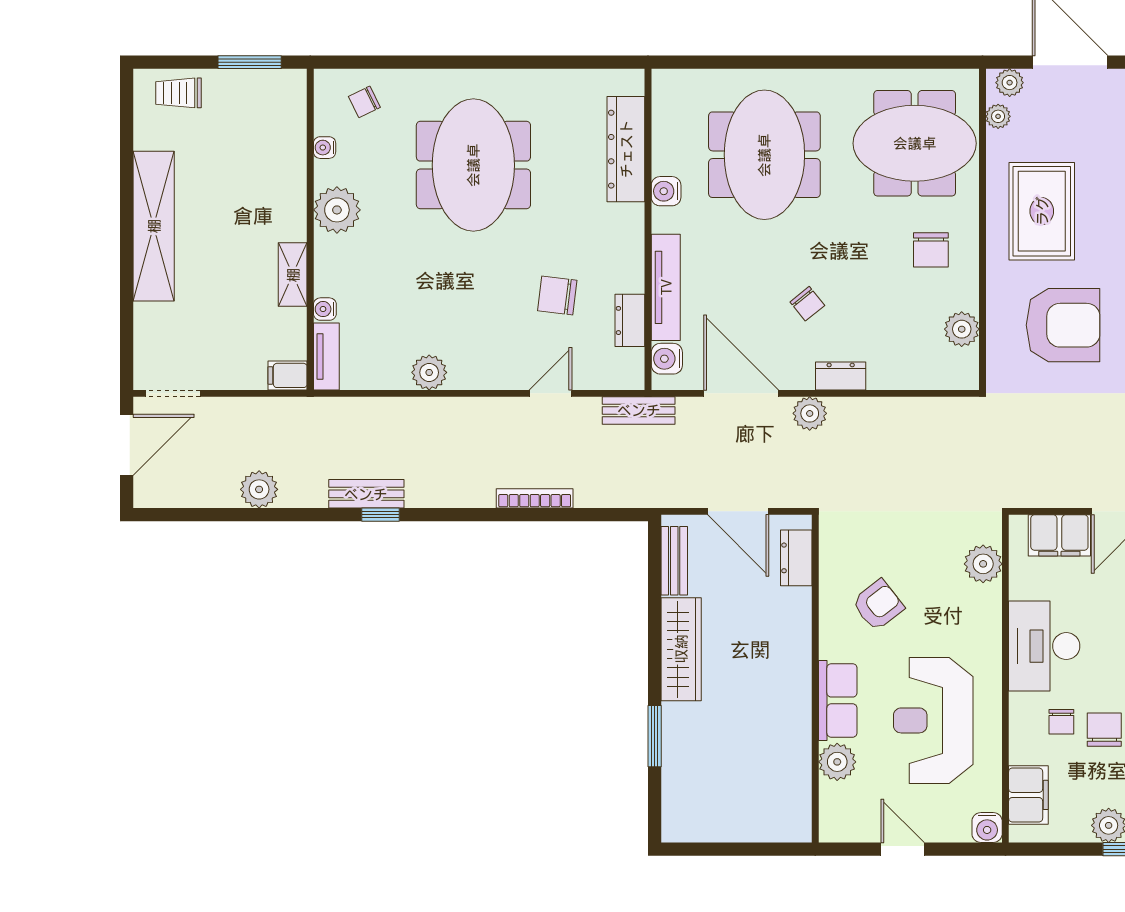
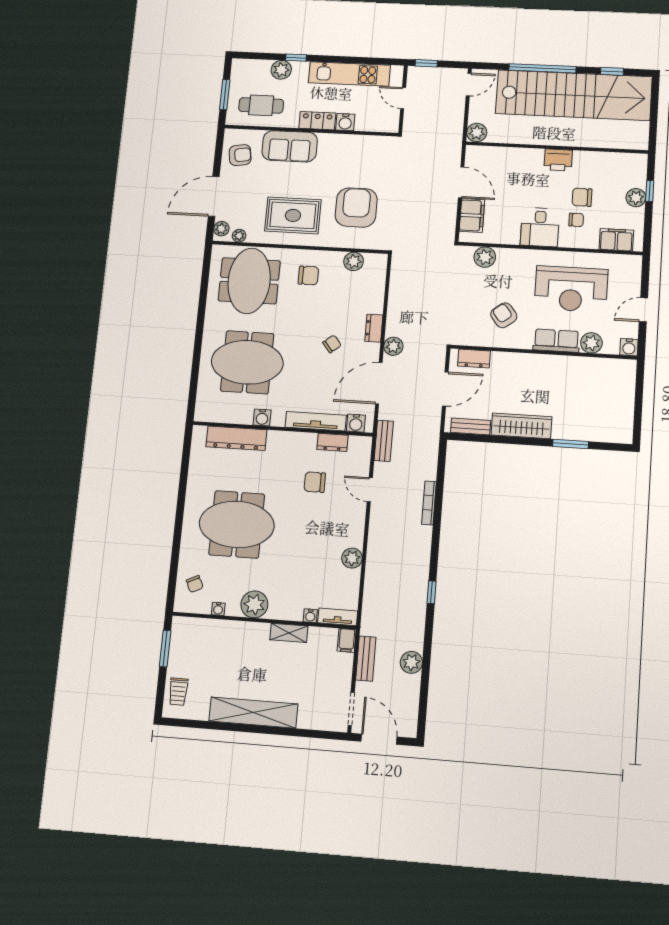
chair: (557, 295) -> (315, 482), turned 83
bench: (366, 494) -> (366, 659), moved
desk: (1044, 646) -> (540, 227), width x0.73
water cooler: (987, 828) -> (629, 347), moved, turned 90

